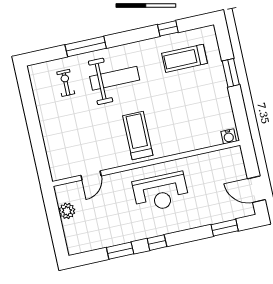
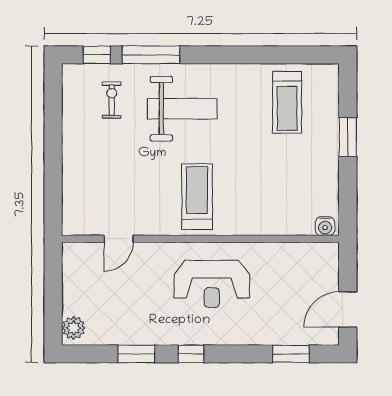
window: (168, 28) -> (97, 55), moved
treadmill: (184, 58) -> (287, 102), turned -90
door: (256, 189) -> (348, 309), hinge flipped
plant: (67, 211) -> (74, 328), moved

